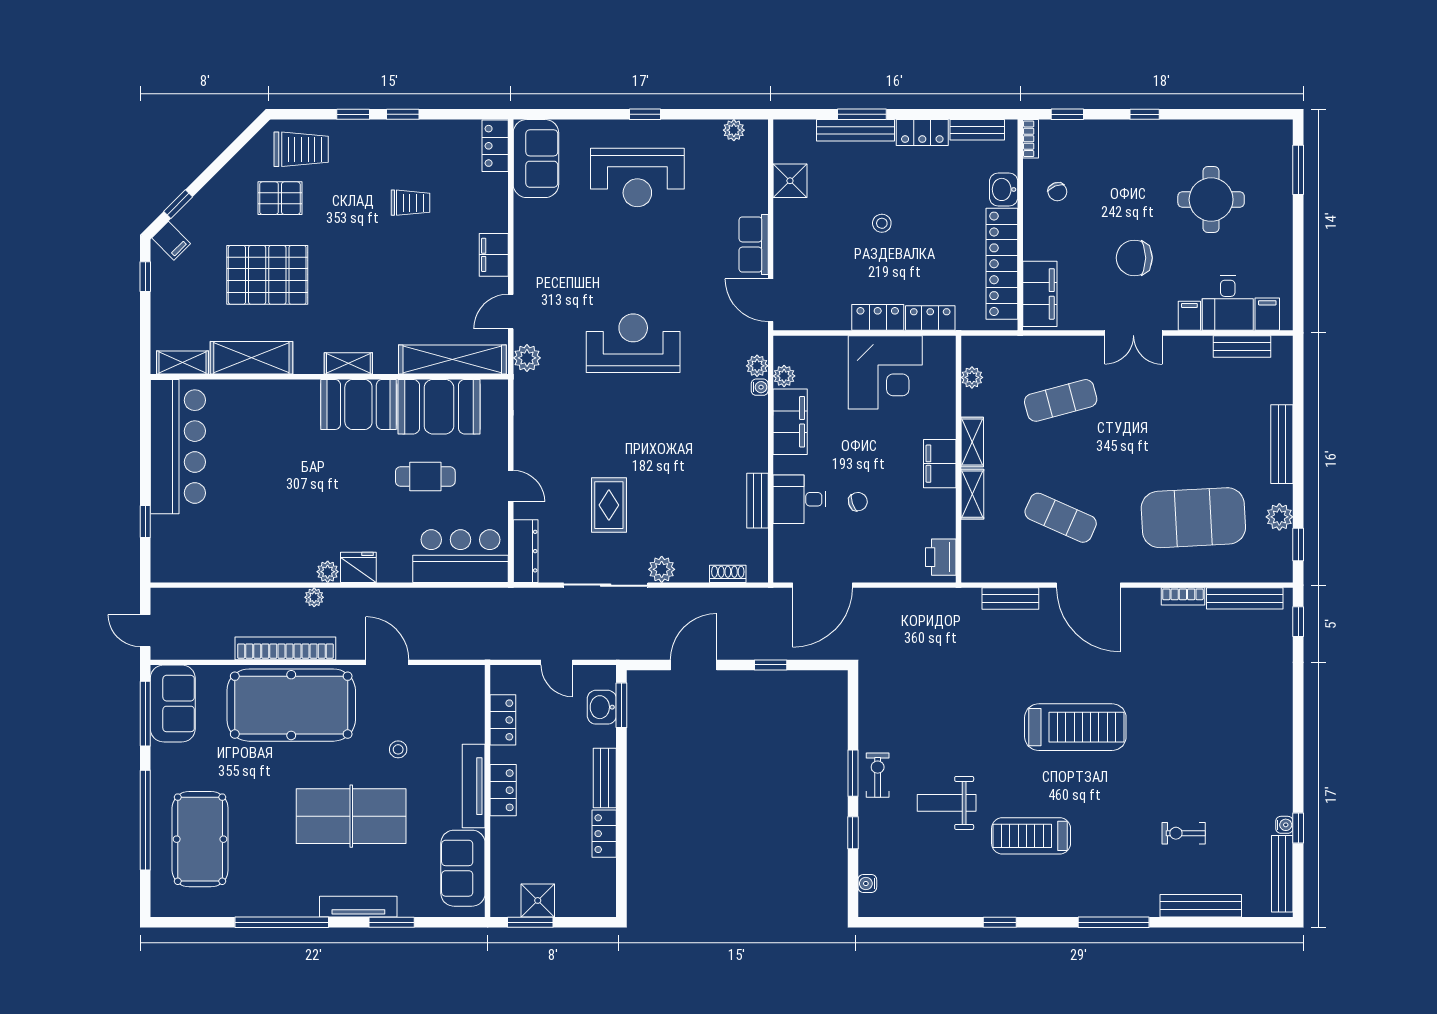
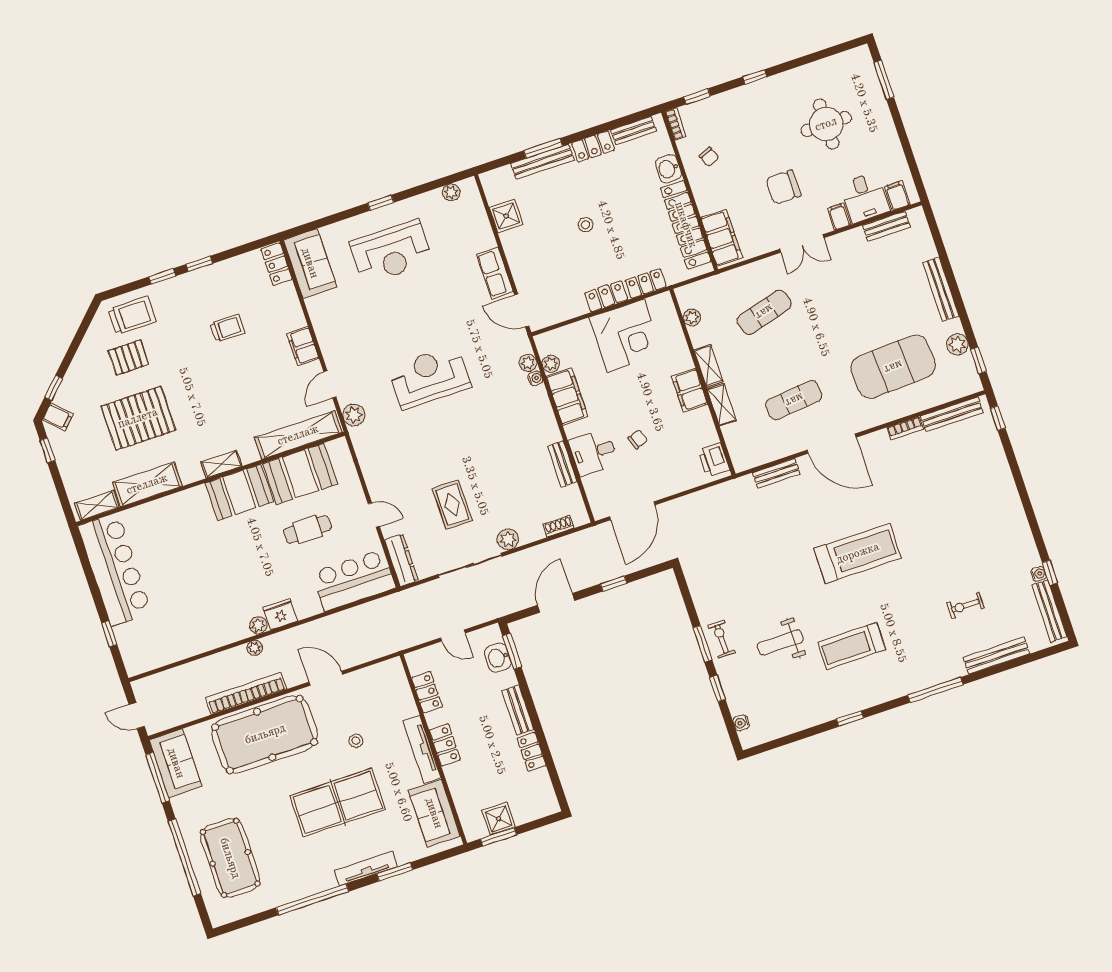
exercise mat: (1061, 518) -> (794, 400), turned -30

